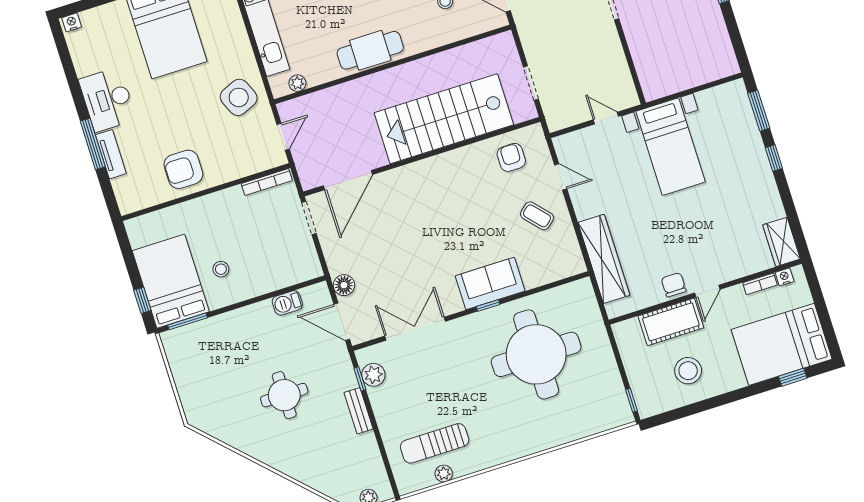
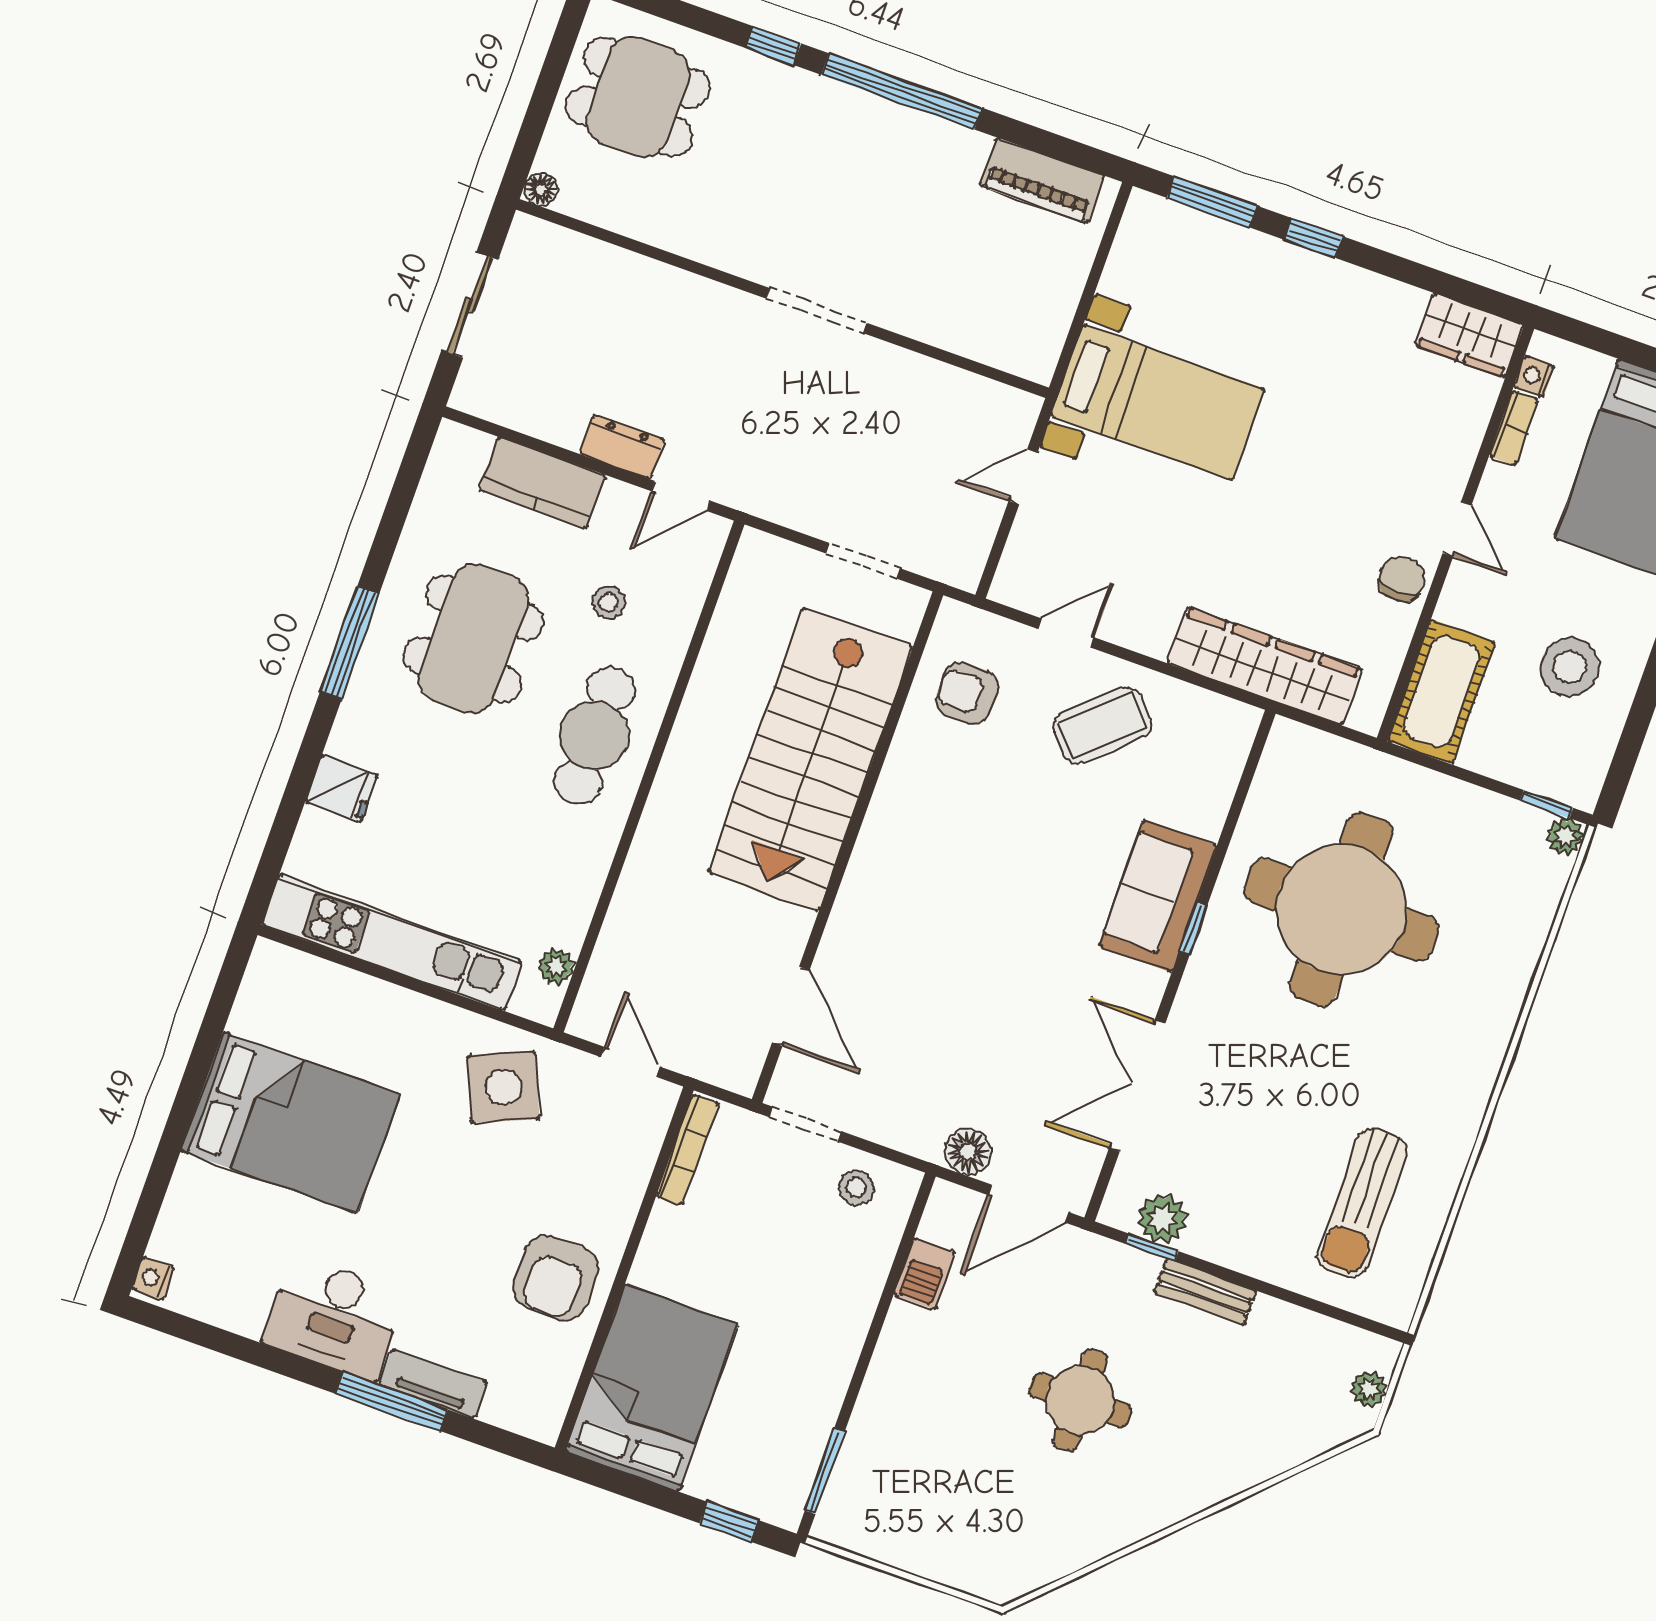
piano: (719, 43) -> (1042, 181), added
cafe table: (370, 50) -> (594, 736), moved
door: (348, 180) -> (791, 1006), width x0.73
coffee table: (537, 216) -> (1102, 725), width x1.36, depth x1.30
stool: (221, 269) -> (856, 1188), moved
bed: (171, 281) -> (652, 1388), moved, turned 90
chair: (674, 285) -> (1402, 579), turned 90
cot: (671, 322) -> (1442, 691), moved
plant: (444, 474) -> (1565, 836), moved

